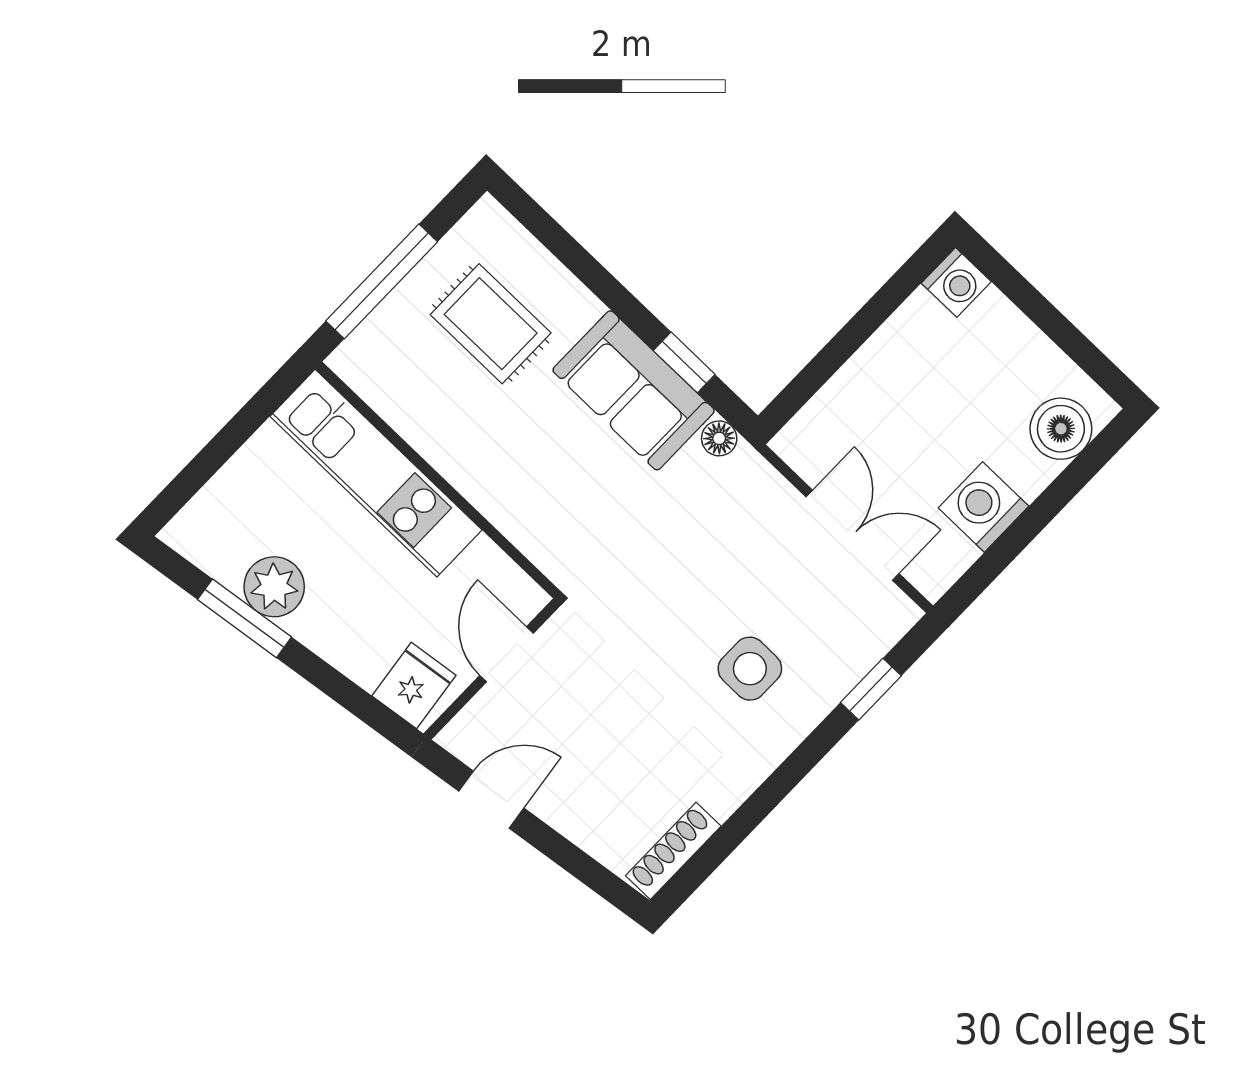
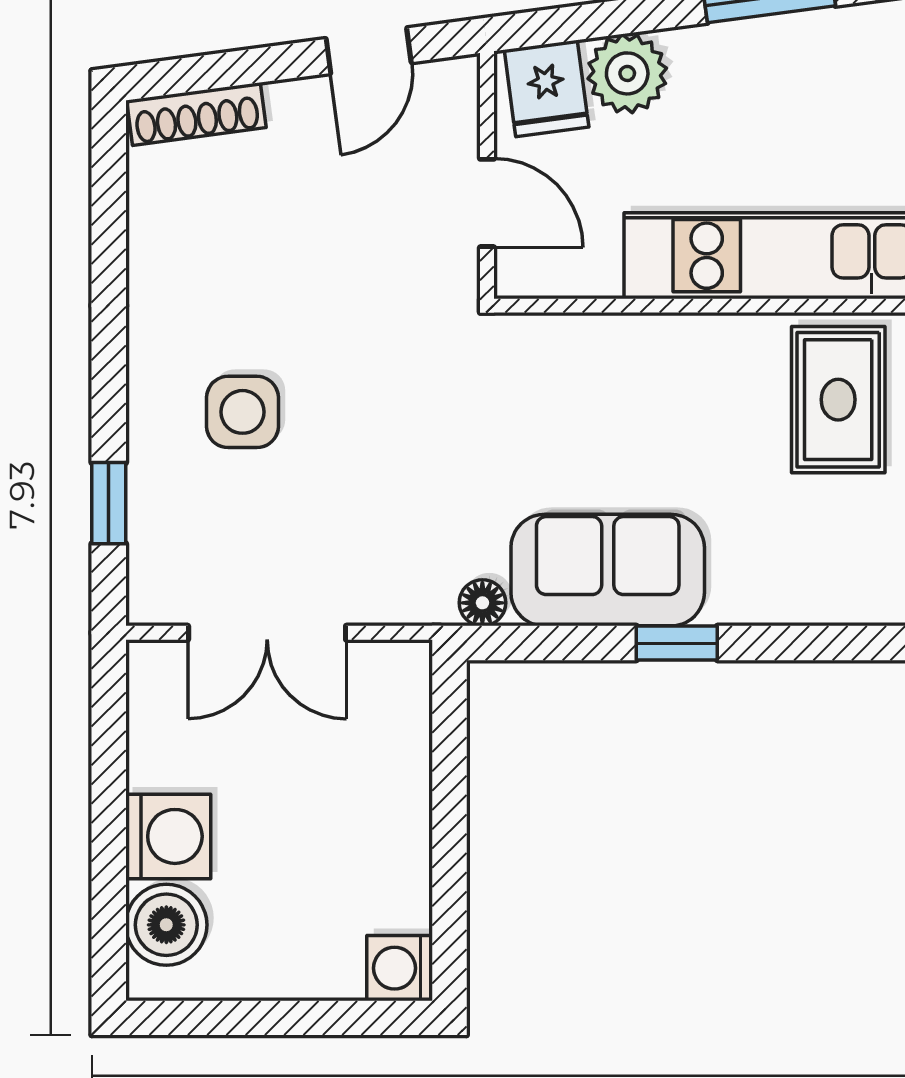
rug: (491, 324) -> (838, 400), moved, turned 90
window: (684, 362) -> (677, 643), moved
washing machine: (984, 507) -> (168, 836), moved
plant: (274, 587) -> (627, 73), moved
shoe rack: (673, 851) -> (196, 114), moved, turned 82

